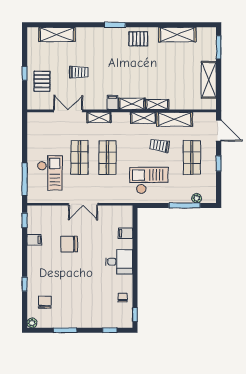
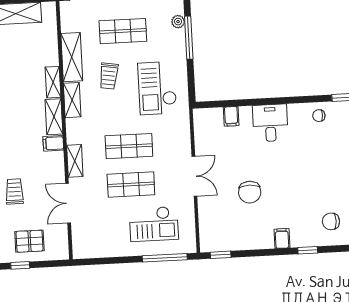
checkout: (50, 173) -> (154, 224), turned 180
filing cabinet: (34, 240) -> (282, 238), moved

